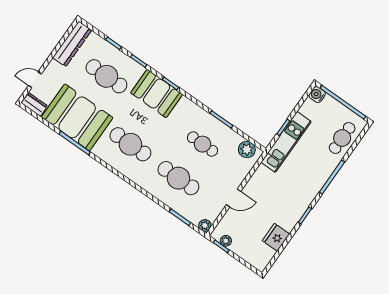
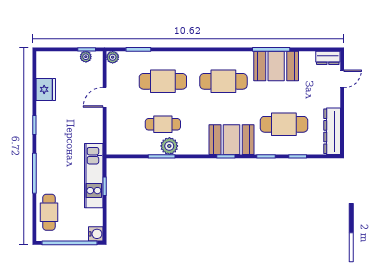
booth: (77, 117) -> (276, 66), width x0.73, depth x0.70
plant: (247, 150) -> (169, 146), moved

